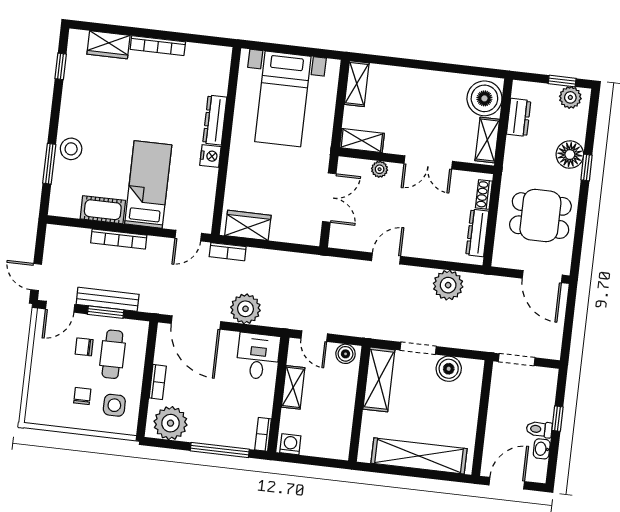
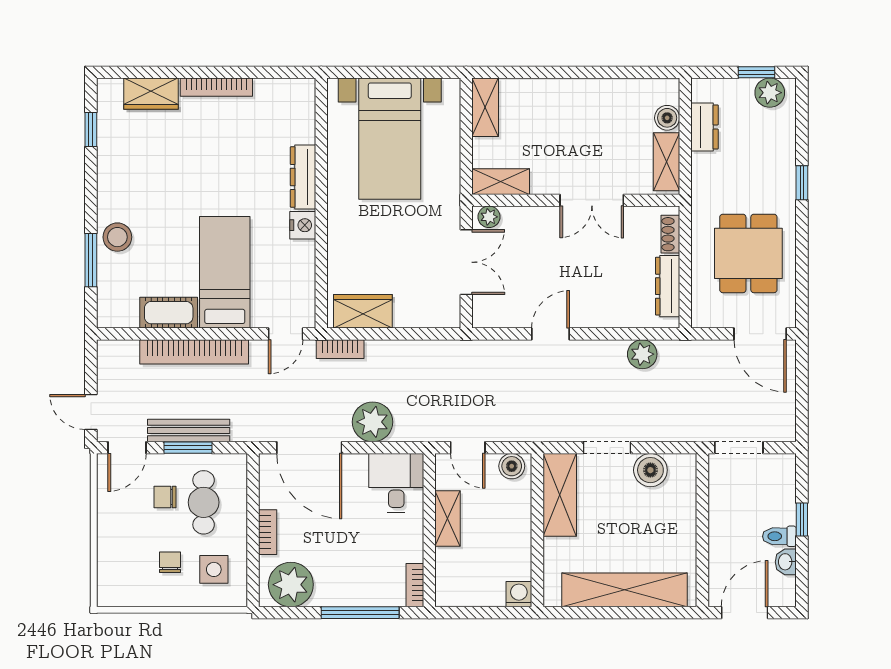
boiler: (484, 98) -> (667, 118), width x0.54, depth x0.54
floor lamp: (570, 155) -> (778, 168), removed
plant: (380, 169) -> (489, 217), moved
dining table: (540, 216) -> (748, 253), turned 90
bookcase: (119, 239) -> (194, 352), width x1.48, depth x1.31
plant: (448, 285) -> (642, 354), width x0.73, depth x0.73
washing machine: (290, 444) -> (519, 594), moved

